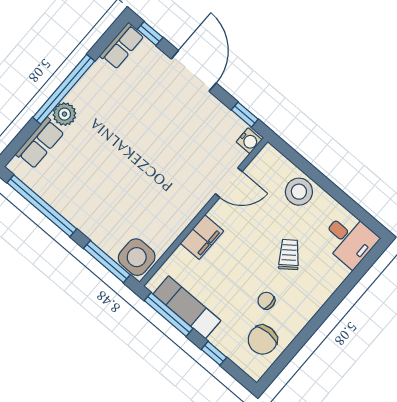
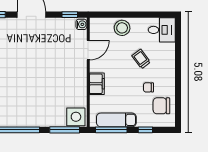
chair: (263, 340) -> (161, 106), turned 90

